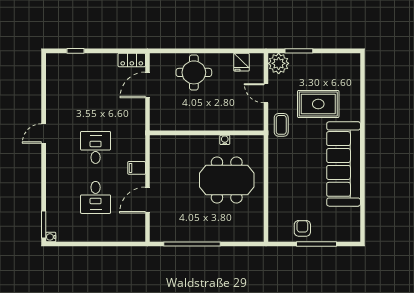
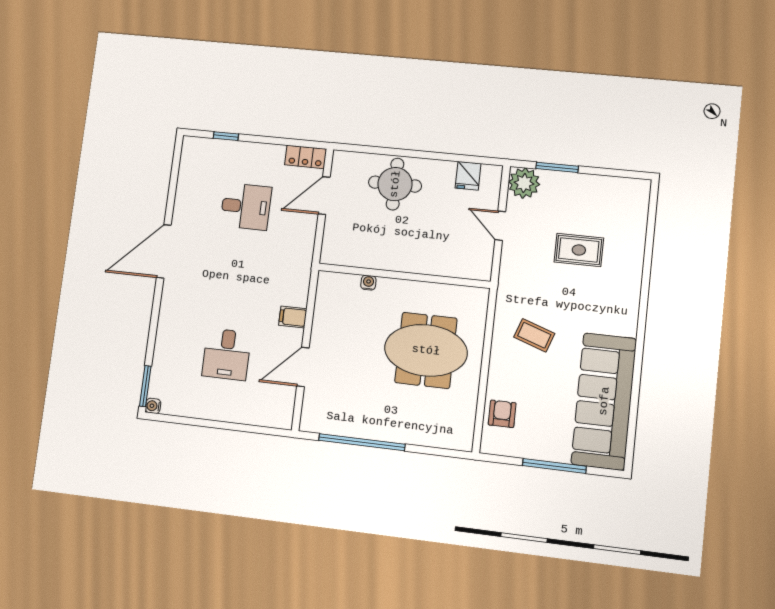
rug: (318, 104) -> (579, 250), width x0.73, depth x0.70
coffee table: (281, 125) -> (534, 335), moved, turned -71
door: (44, 134) -> (164, 251), width x1.87
water cooler: (225, 140) -> (368, 283), moved
desk: (96, 147) -> (246, 207), moved, turned 90
sofa: (344, 164) -> (604, 401), moved
armchair: (302, 228) -> (502, 414), moved

